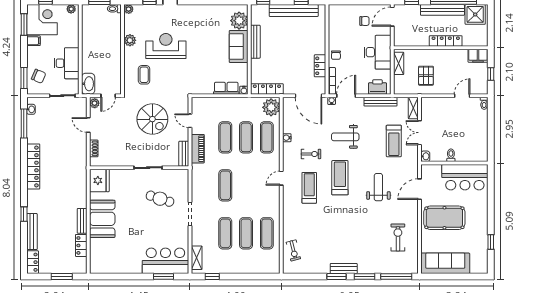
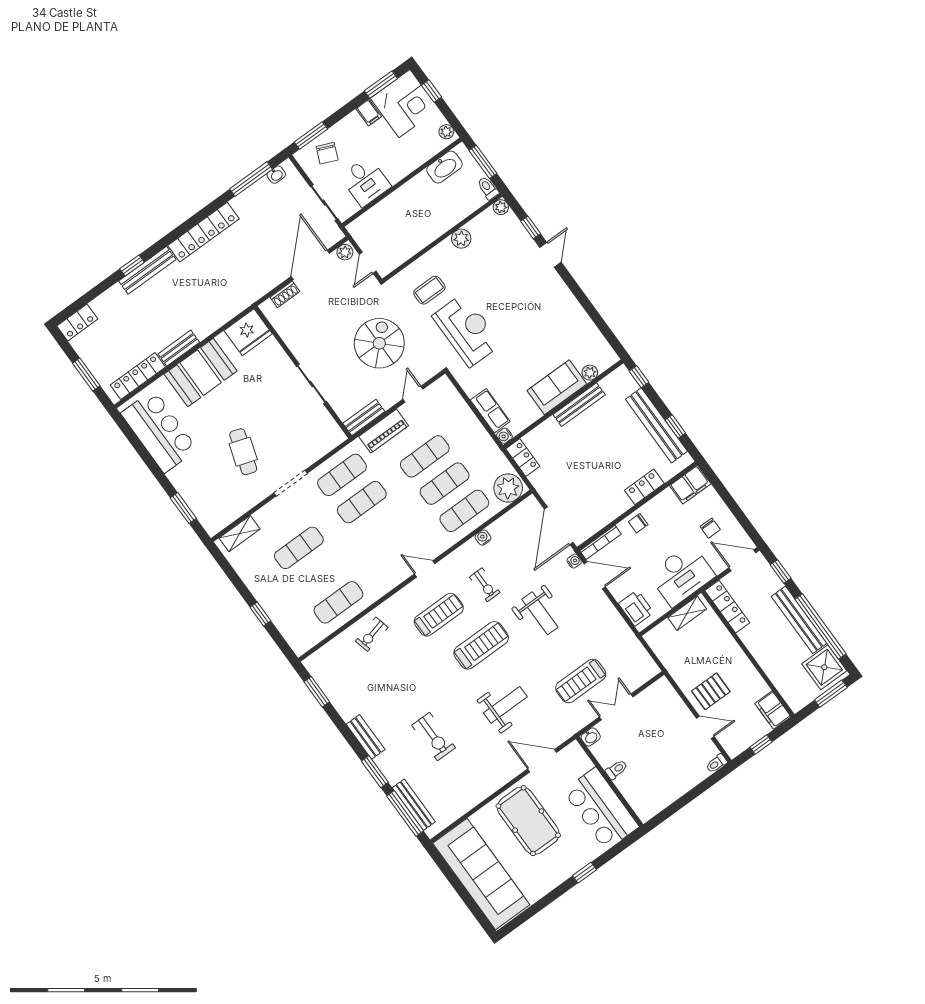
filing cabinet: (336, 15) -> (690, 485), added
plant: (239, 21) -> (590, 373), width x0.53, depth x0.53
window: (491, 21) -> (831, 694), added
locker: (446, 41) -> (727, 607), moved
reception desk: (166, 46) -> (467, 330), moved
desk: (67, 63) -> (365, 181), width x0.73
locker: (320, 66) -> (644, 487), moved
pallet: (426, 76) -> (711, 691), moved
washbasin: (88, 84) -> (444, 167), moved
locker: (267, 89) -> (523, 458), width x0.66
door: (108, 96) -> (368, 263), hinge flipped
bench: (380, 102) -> (414, 805), moved
shelving: (413, 108) -> (643, 675), removed
spiral stairs: (152, 119) -> (379, 343), turned 180
door: (88, 125) -> (310, 265), width x1.88
weight bench: (345, 137) -> (540, 613), turned 180
cafe table: (160, 199) -> (243, 452), moved
bench: (32, 232) -> (147, 270), moved
exercise mat: (246, 233) -> (342, 475), moved
exercise bike: (398, 237) -> (434, 737), moved, turned 90
window: (491, 242) -> (584, 873), moved
locker: (81, 245) -> (138, 376), width x1.53
exercise bike: (293, 250) -> (372, 634), moved
bar counter: (165, 261) -> (159, 431), moved
sofa: (445, 263) -> (481, 874), width x1.36, depth x1.27
window: (212, 277) -> (260, 614), moved
window: (336, 277) -> (317, 692), moved

